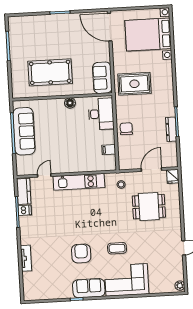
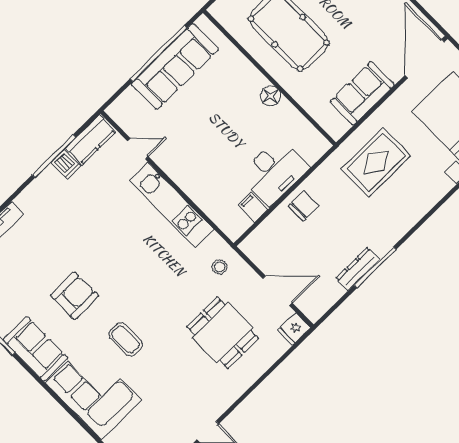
sofa: (102, 78) -> (362, 93), moved
rug: (134, 84) -> (376, 162), turned 90
desk: (101, 114) -> (274, 172), moved

